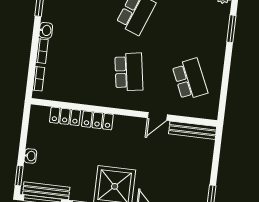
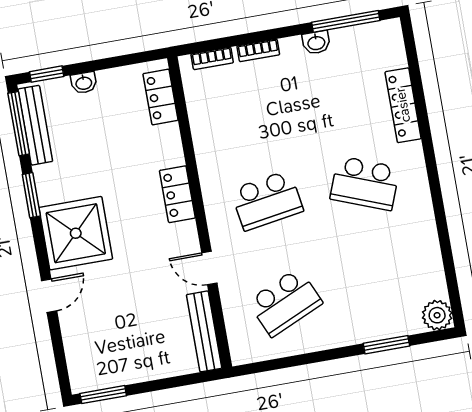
washbasin: (46, 30) -> (316, 43), moved
locker: (65, 116) -> (161, 97), moved
locker: (97, 120) -> (177, 194), moved

